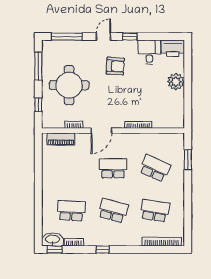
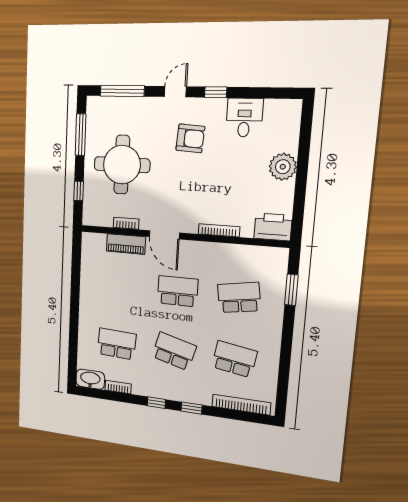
printer: (173, 48) -> (273, 227), moved, turned 180
door: (101, 131) -> (164, 235), hinge flipped
piano: (61, 139) -> (126, 244), moved
school desk: (155, 168) -> (239, 298), turned -33
window: (55, 250) -> (192, 408), moved

